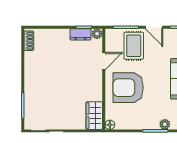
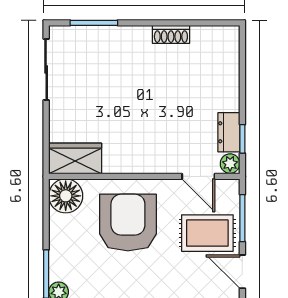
door: (154, 27) -> (242, 272), hinge flipped
shoe rack: (29, 41) -> (171, 34), moved
door: (104, 61) -> (198, 176), moved
floor lamp: (110, 125) -> (66, 196), width x1.89, depth x1.89

